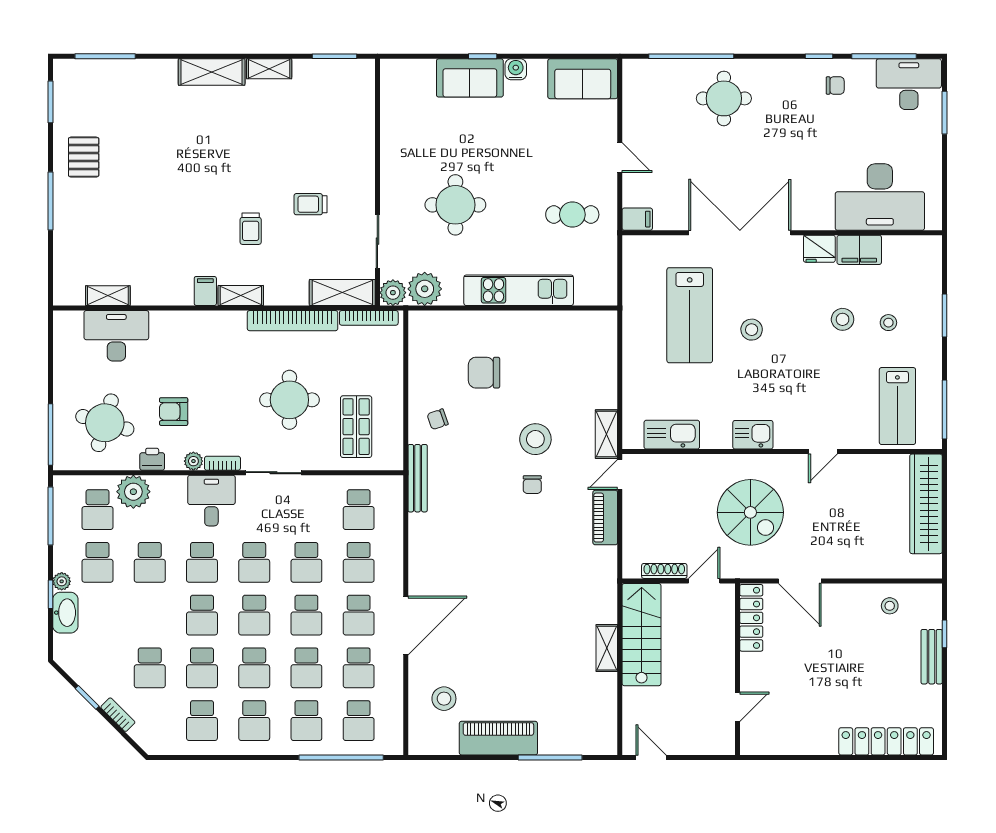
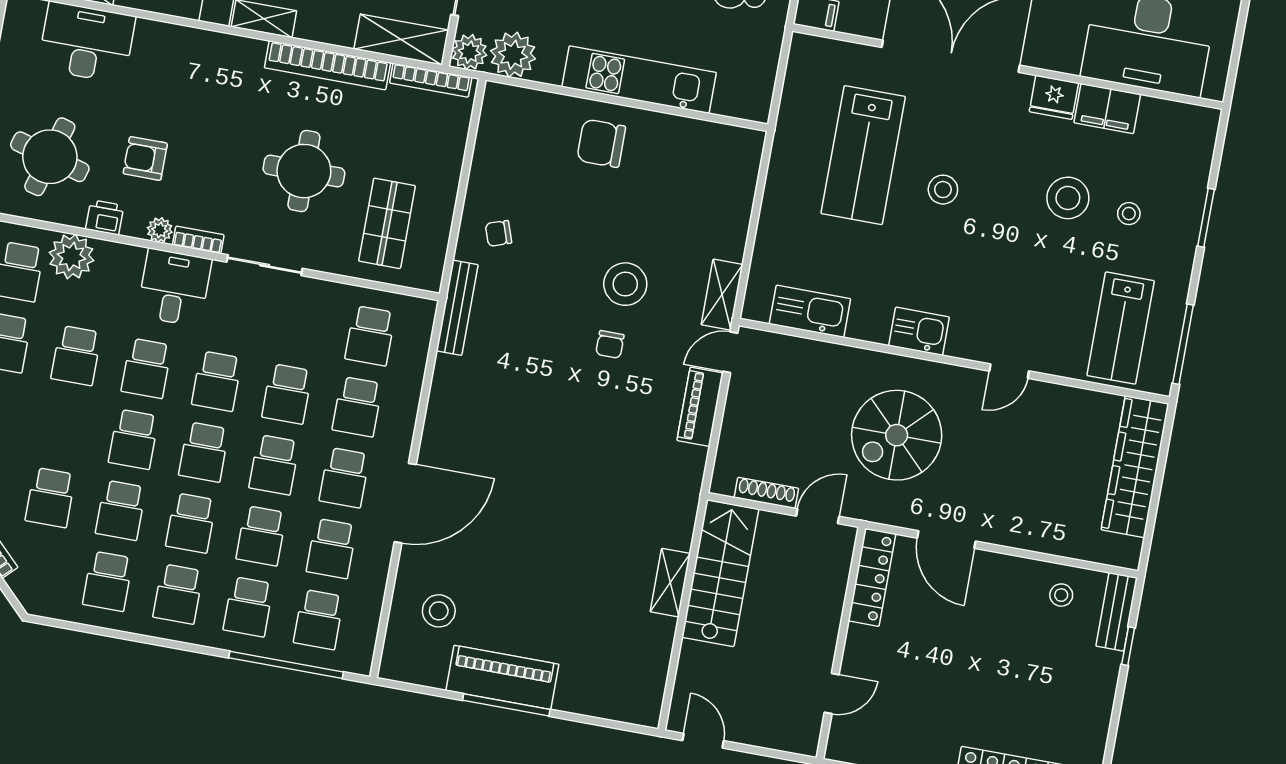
stool: (843, 319) -> (1068, 198), width x1.38, depth x1.38
chair: (484, 373) -> (601, 143), moved
spiral stairs: (750, 512) -> (897, 435), turned 90
bench: (932, 657) -> (1117, 612), moved
window: (550, 757) -> (506, 705), moved

